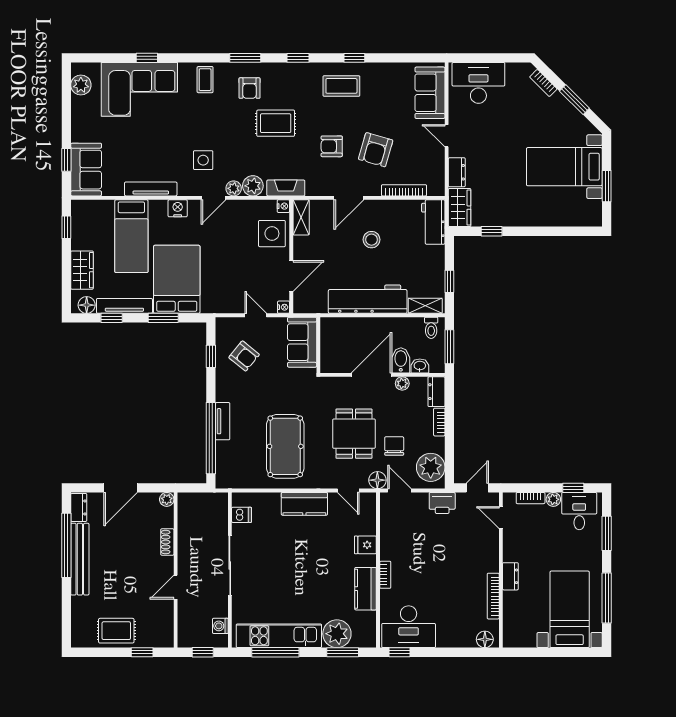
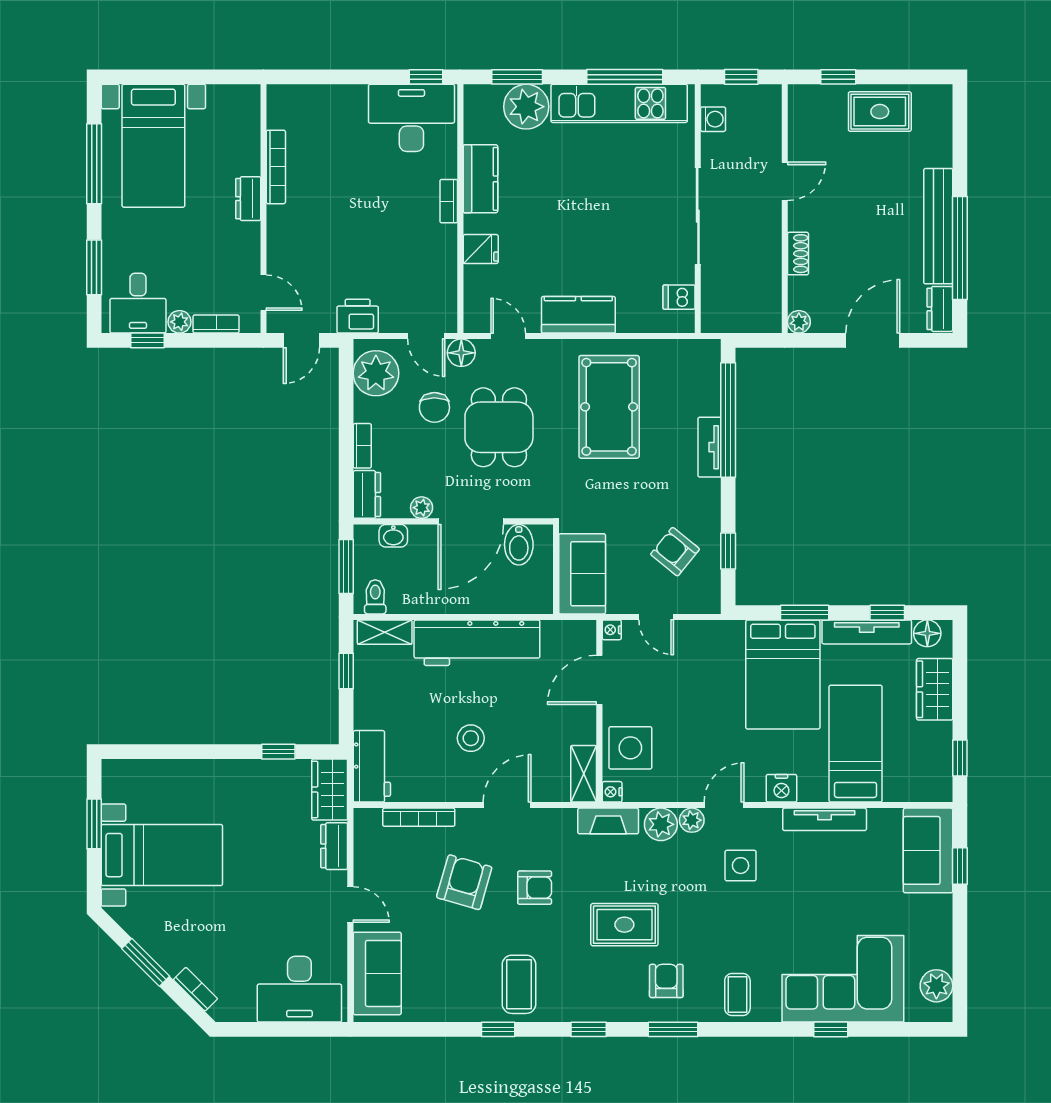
coffee table: (341, 86) -> (519, 984), turned 90
bidet: (401, 360) -> (519, 545), moved
floor lamp: (485, 639) -> (289, 98), removed

